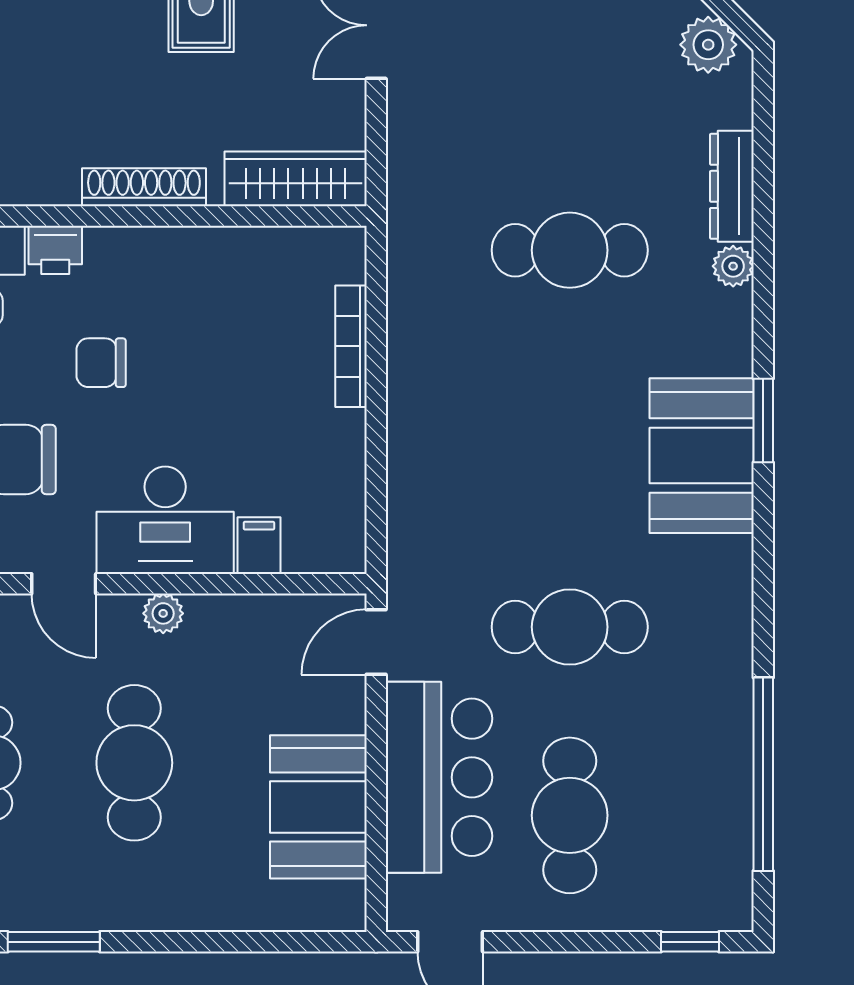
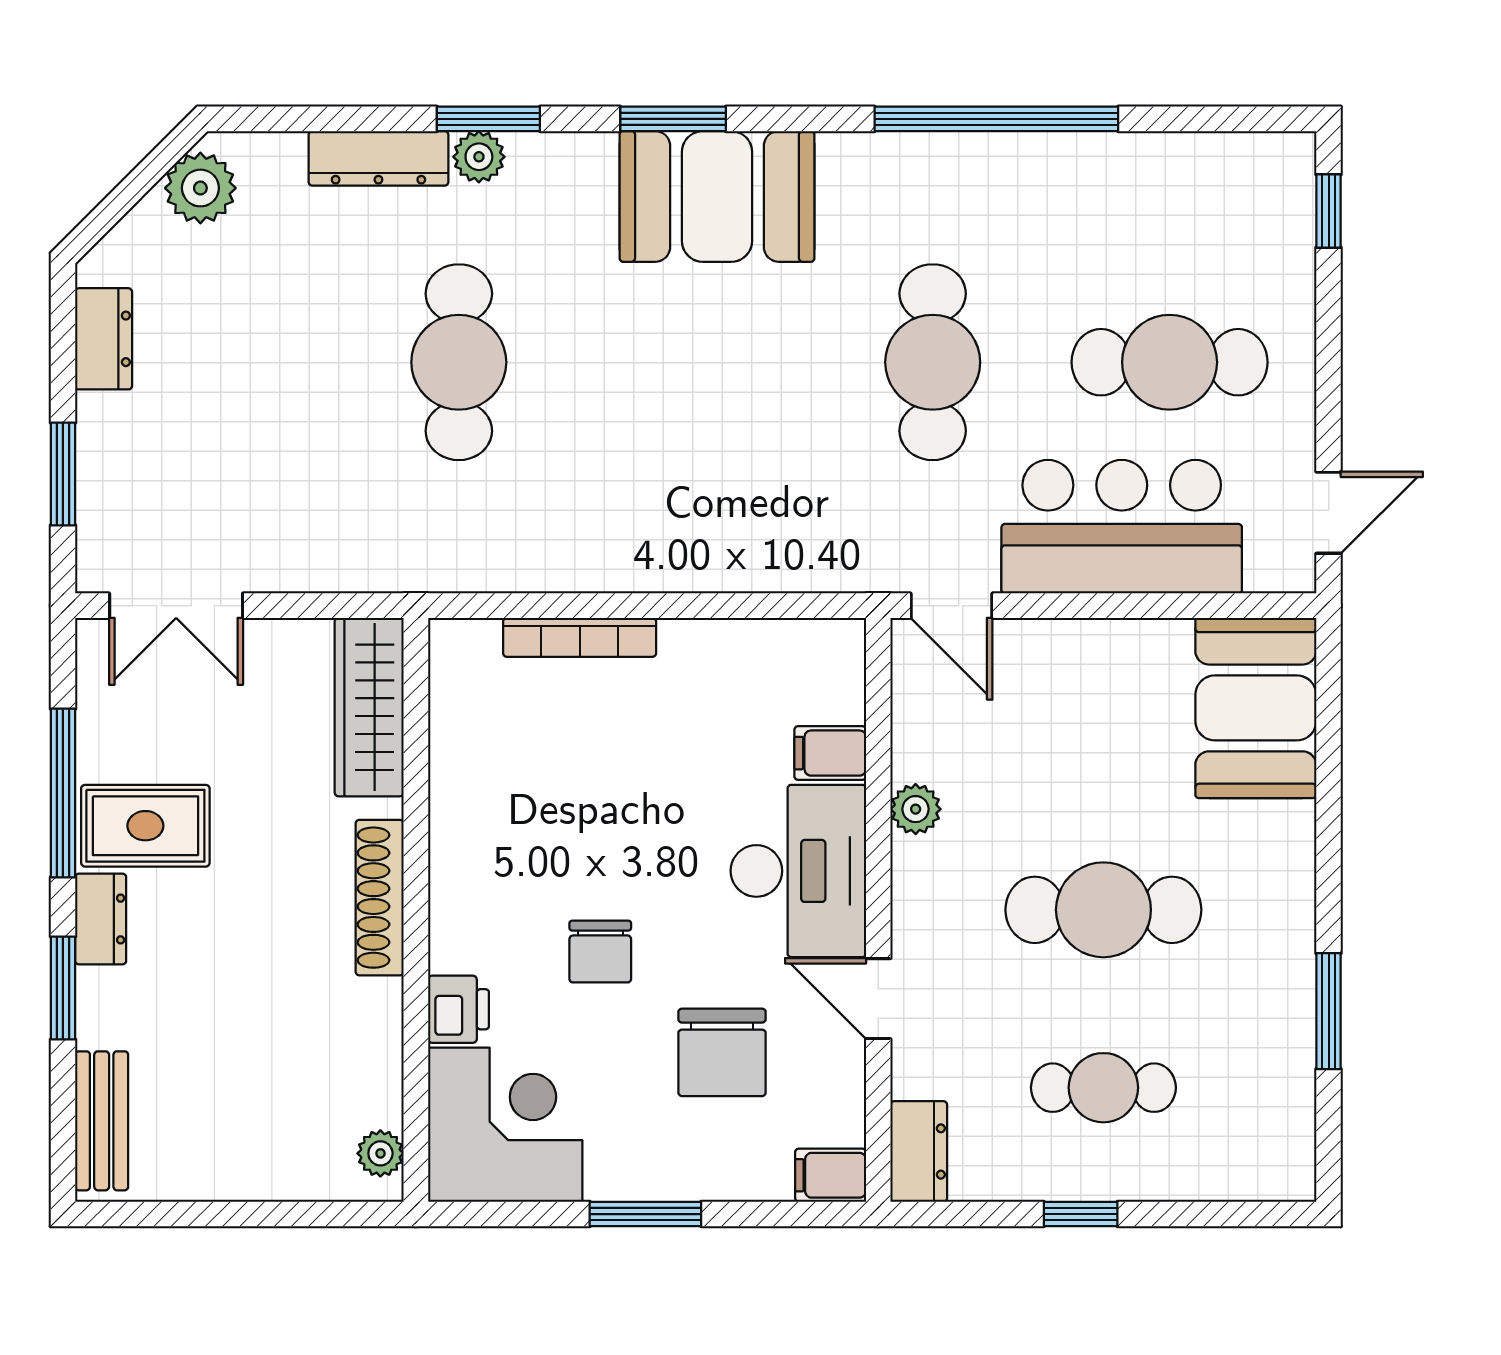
window: (763, 274) -> (488, 119), added
door: (64, 584) -> (878, 999), swing flipped
plant: (163, 613) -> (916, 809), moved
window: (763, 774) -> (996, 119), moved
booth: (318, 807) -> (1256, 708), moved, turned 90

